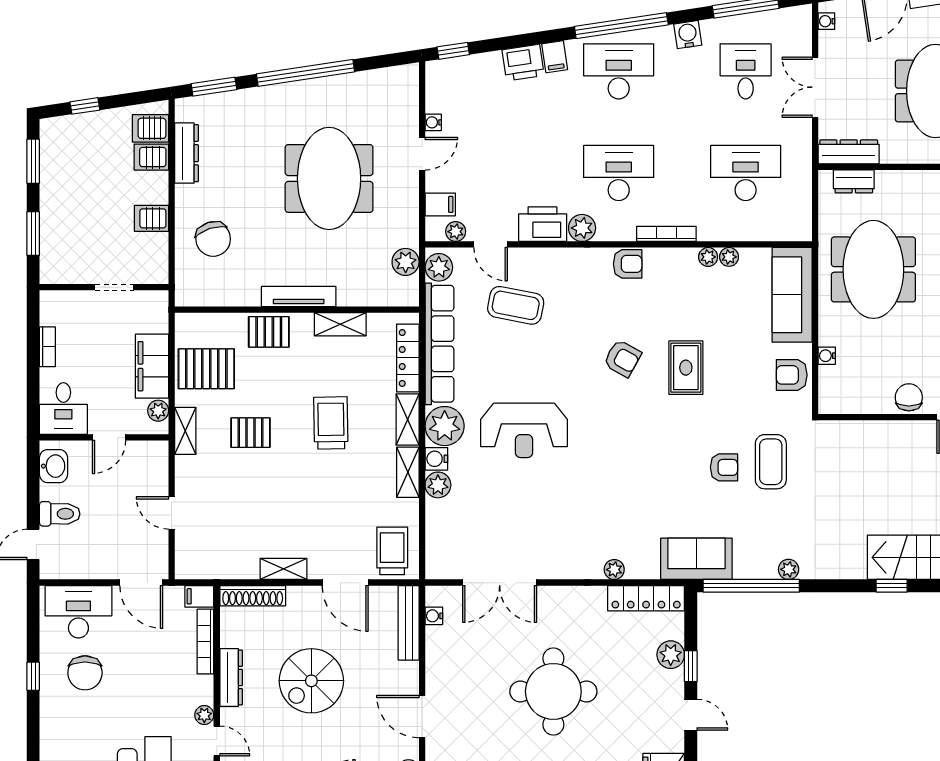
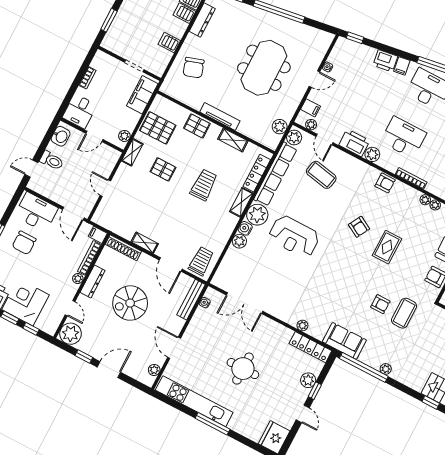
filing cabinet: (152, 366) -> (142, 95), moved
shelving: (408, 472) -> (228, 228), removed
round table: (553, 691) -> (243, 369), width x0.73, depth x0.73
plant: (204, 715) -> (78, 279), moved

